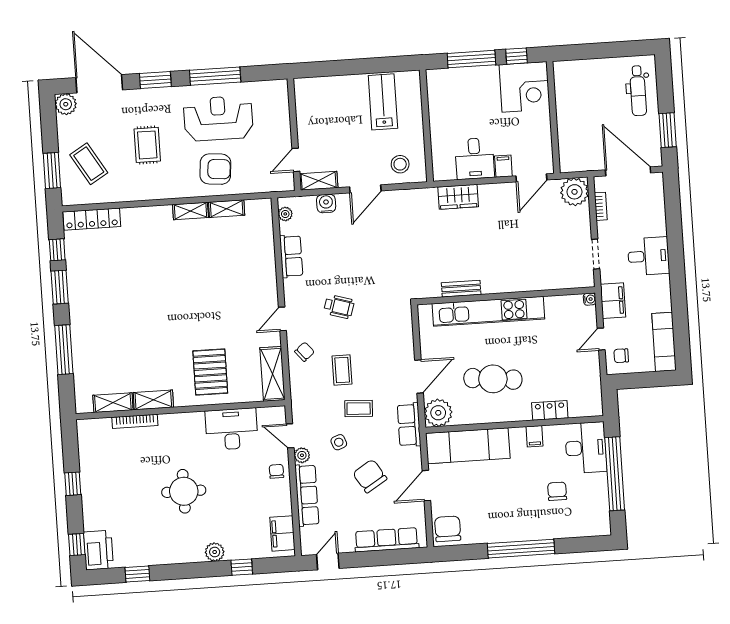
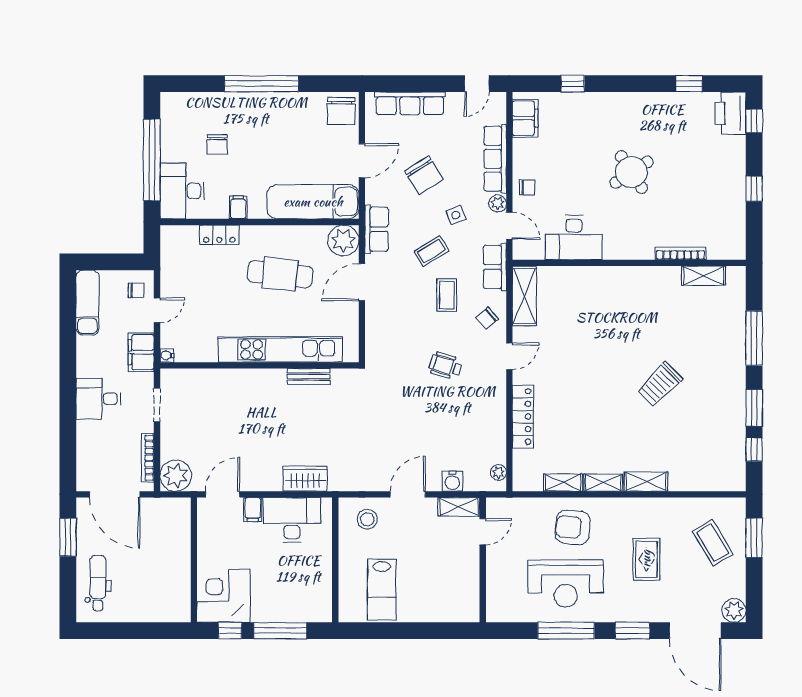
desk: (475, 159) -> (292, 520), width x1.37
bookcase: (601, 206) -> (148, 458), width x1.56
locker: (92, 219) -> (523, 417), moved, turned 90
row of seats: (291, 256) -> (495, 267), moved
trolley: (146, 303) -> (660, 384), added
pallet: (210, 372) -> (593, 303), removed
shelving: (153, 400) -> (646, 482), moved
coffee table: (359, 409) -> (431, 251), turned -34
chair: (276, 471) -> (527, 187), turned -90
round table: (184, 491) -> (631, 172), turned -33
plant: (215, 552) -> (602, 102), removed

